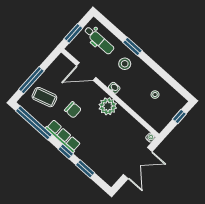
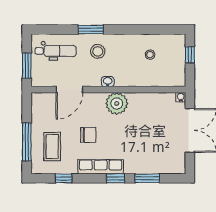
coffee table: (44, 97) -> (52, 146), turned -73
window: (34, 123) -> (64, 178), width x0.32

